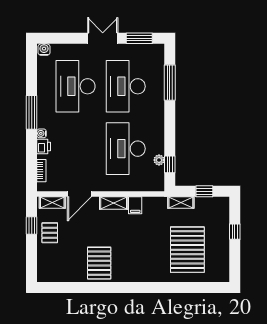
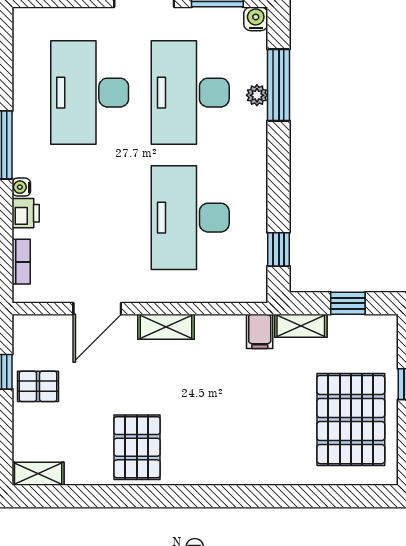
water cooler: (44, 50) -> (256, 19), moved
plant: (159, 160) -> (257, 95), moved
shelving: (52, 203) -> (38, 474), moved
filing cabinet: (135, 205) -> (260, 331), moved
pallet: (50, 233) -> (38, 386), turned 90
pallet: (187, 250) -> (351, 420), moved

